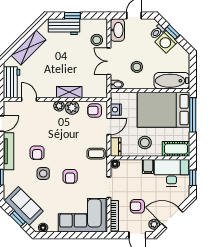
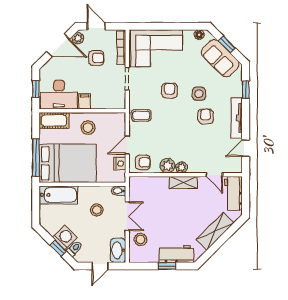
shelving: (69, 92) -> (183, 182), moved
dresser: (116, 147) -> (120, 123), removed
floor lamp: (115, 164) -> (121, 104), removed

